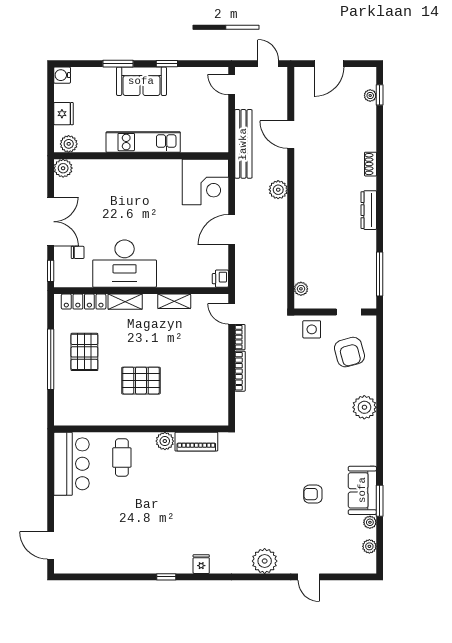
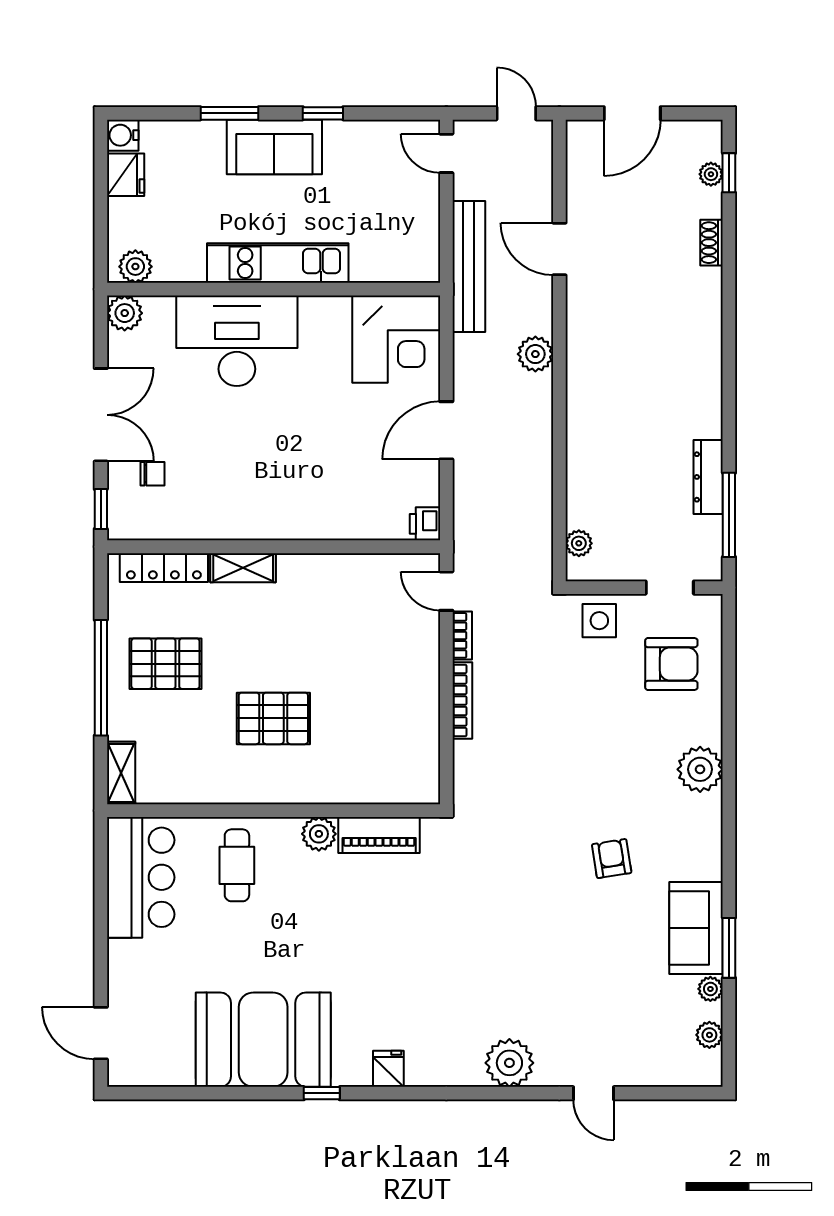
fridge: (64, 114) -> (126, 175), moved
shoe rack: (370, 164) -> (712, 243), moved
dresser: (369, 210) -> (708, 477), moved
desk: (125, 264) -> (237, 341), moved, turned 180
shelving: (174, 301) -> (121, 773), moved, turned 90
pallet: (84, 352) -> (165, 664), turned 90
armchair: (349, 352) -> (671, 664), turned -75
armchair: (313, 494) -> (612, 859), moved, turned 81
booth: (136, 549) -> (263, 1040), added

